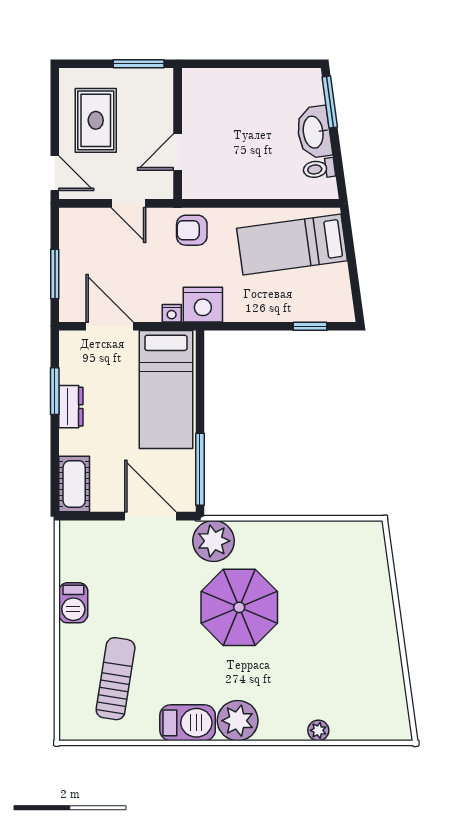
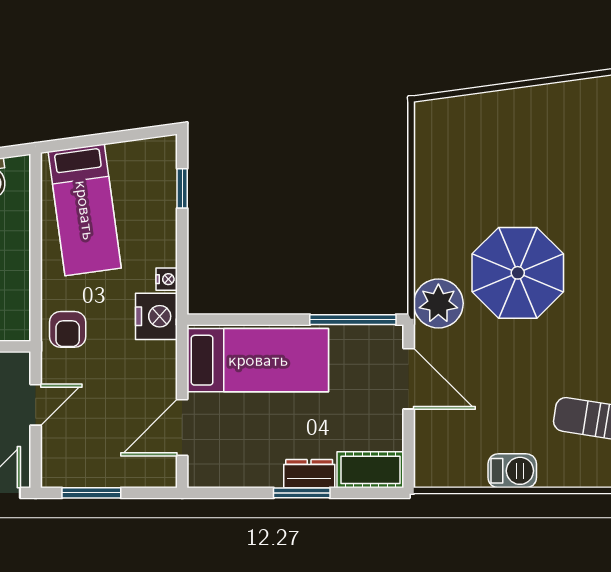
window: (55, 274) -> (91, 493), moved
nightstand: (172, 313) -> (167, 279), moved
window: (55, 391) -> (302, 493), moved
dresser: (71, 407) -> (309, 474), moved
door: (150, 516) -> (409, 379), swing flipped

